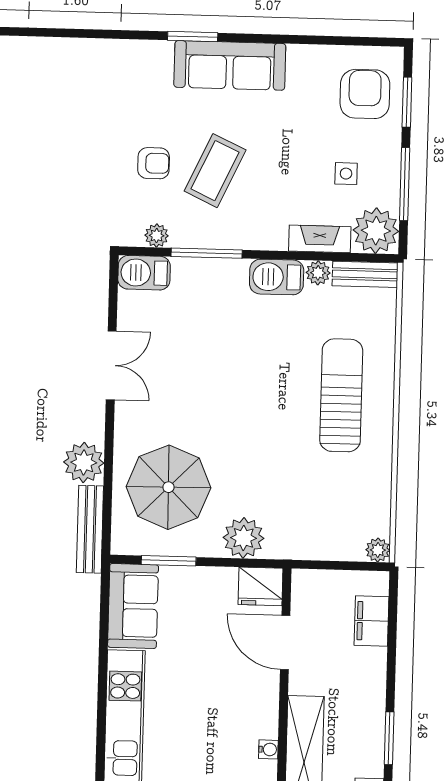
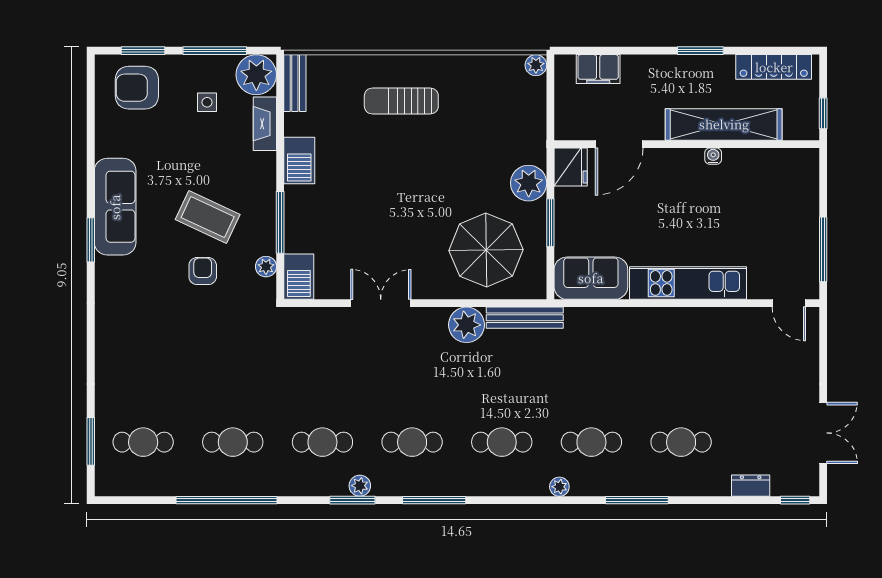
plant: (318, 273) -> (295, 124), removed
sun lounger: (341, 395) -> (401, 101), width x0.73, depth x0.75
window: (169, 561) -> (550, 223), moved

